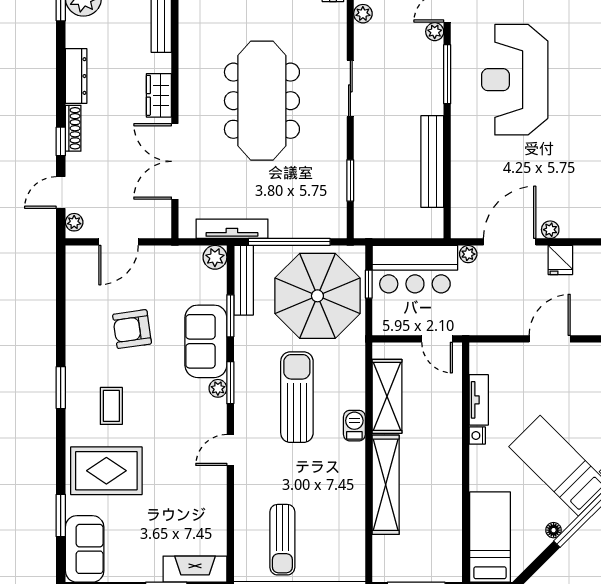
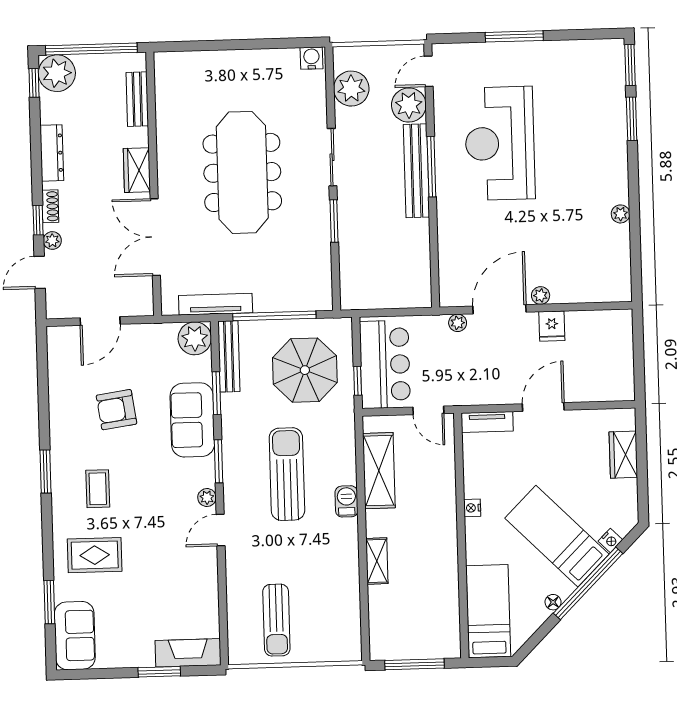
plant: (363, 14) -> (351, 89), width x1.87, depth x1.87
plant: (435, 32) -> (409, 105), width x1.88, depth x1.88
window: (447, 74) -> (431, 167), moved
shoe rack: (73, 128) -> (50, 206), width x0.70
bench: (432, 162) -> (416, 171), moved
window: (350, 180) -> (334, 221), moved
plant: (74, 222) -> (52, 241), moved
plant: (215, 257) -> (195, 338), width x1.36, depth x1.36
bar counter: (415, 269) -> (385, 364), moved, turned -90
window: (369, 284) -> (358, 381), moved
parasol: (317, 296) -> (305, 370), width x0.73, depth x0.73
plant: (218, 388) -> (207, 497), moved
tv unit: (479, 400) -> (487, 422), moved, turned 90
rug: (106, 471) -> (95, 555), width x0.73, depth x0.70
shelving: (386, 485) -> (377, 561), width x0.45, depth x0.75

